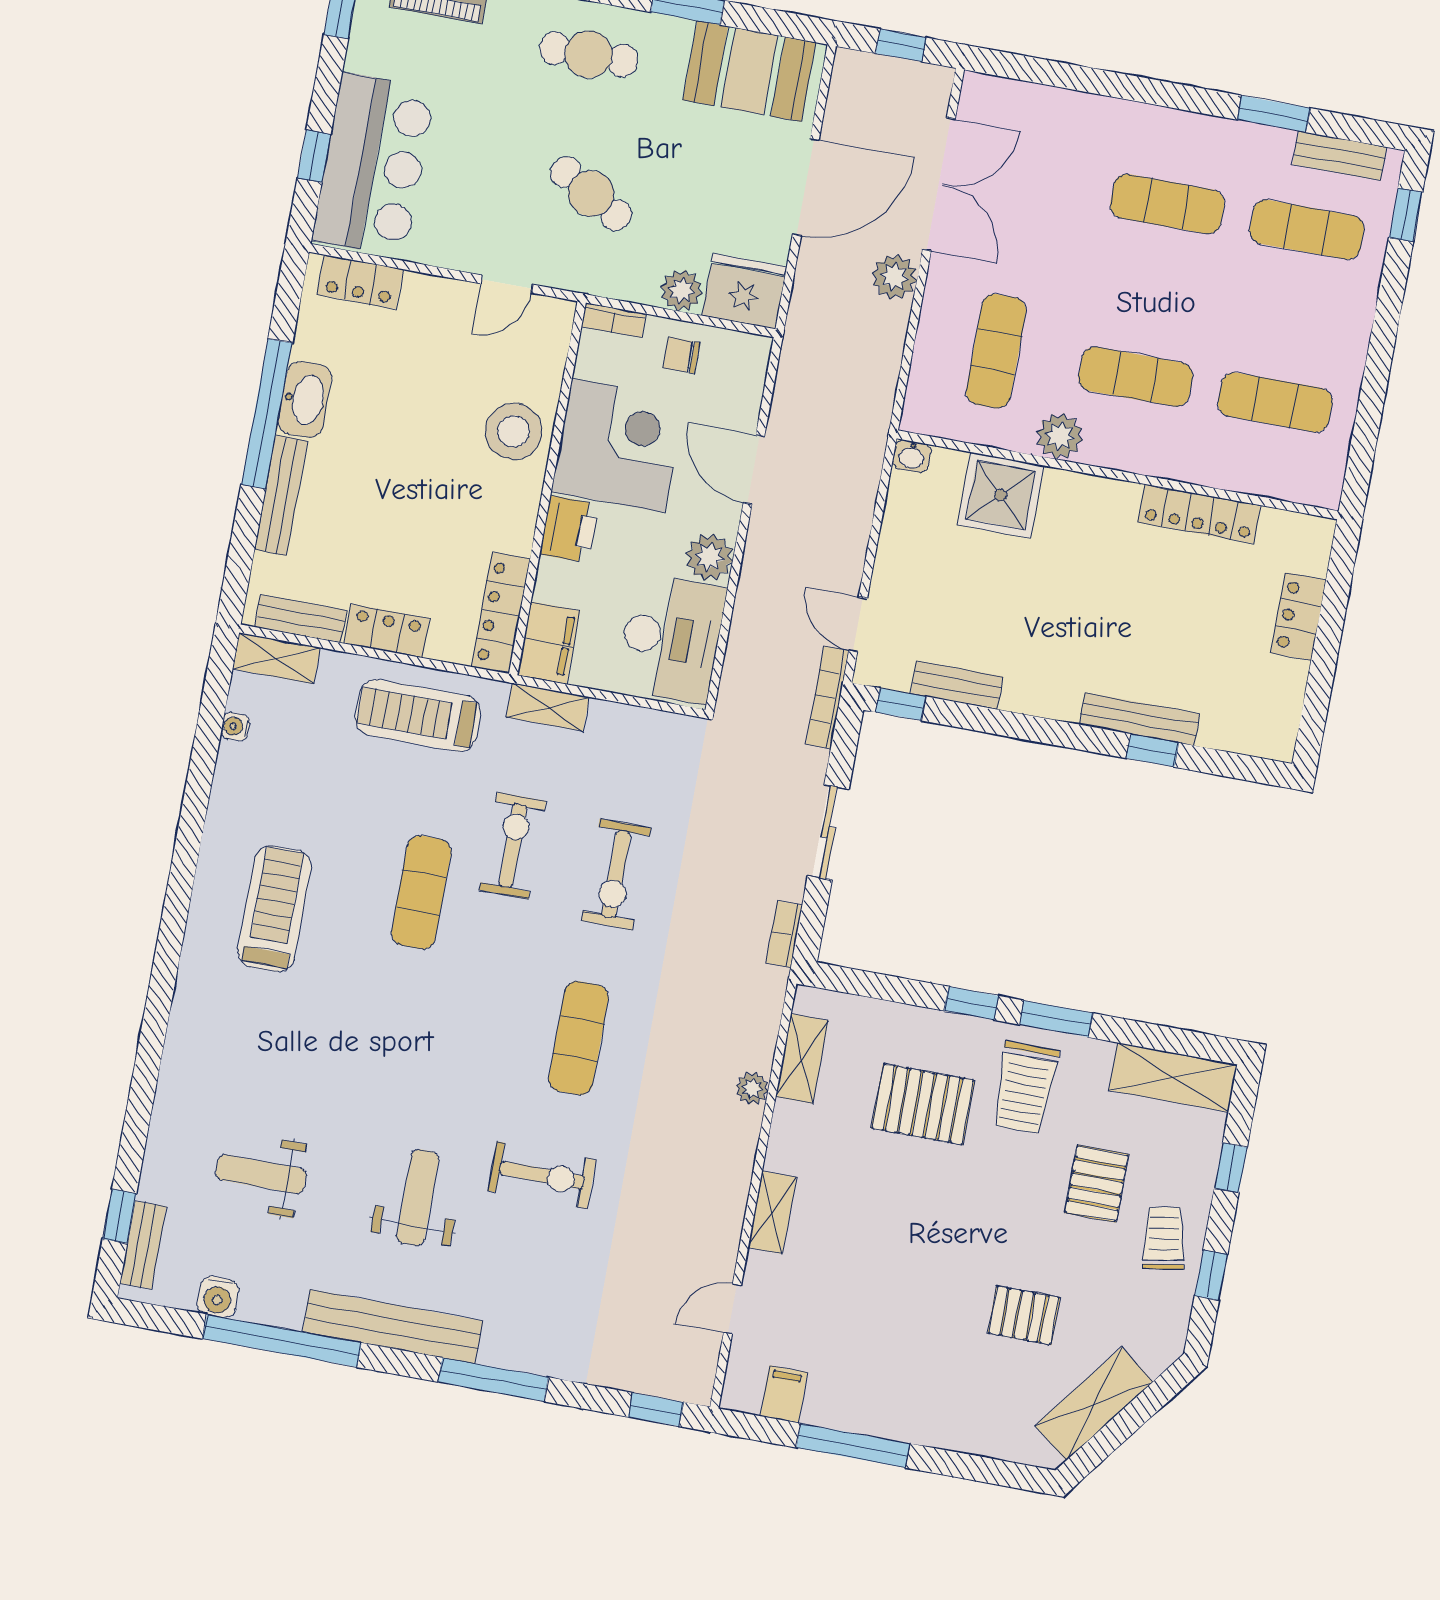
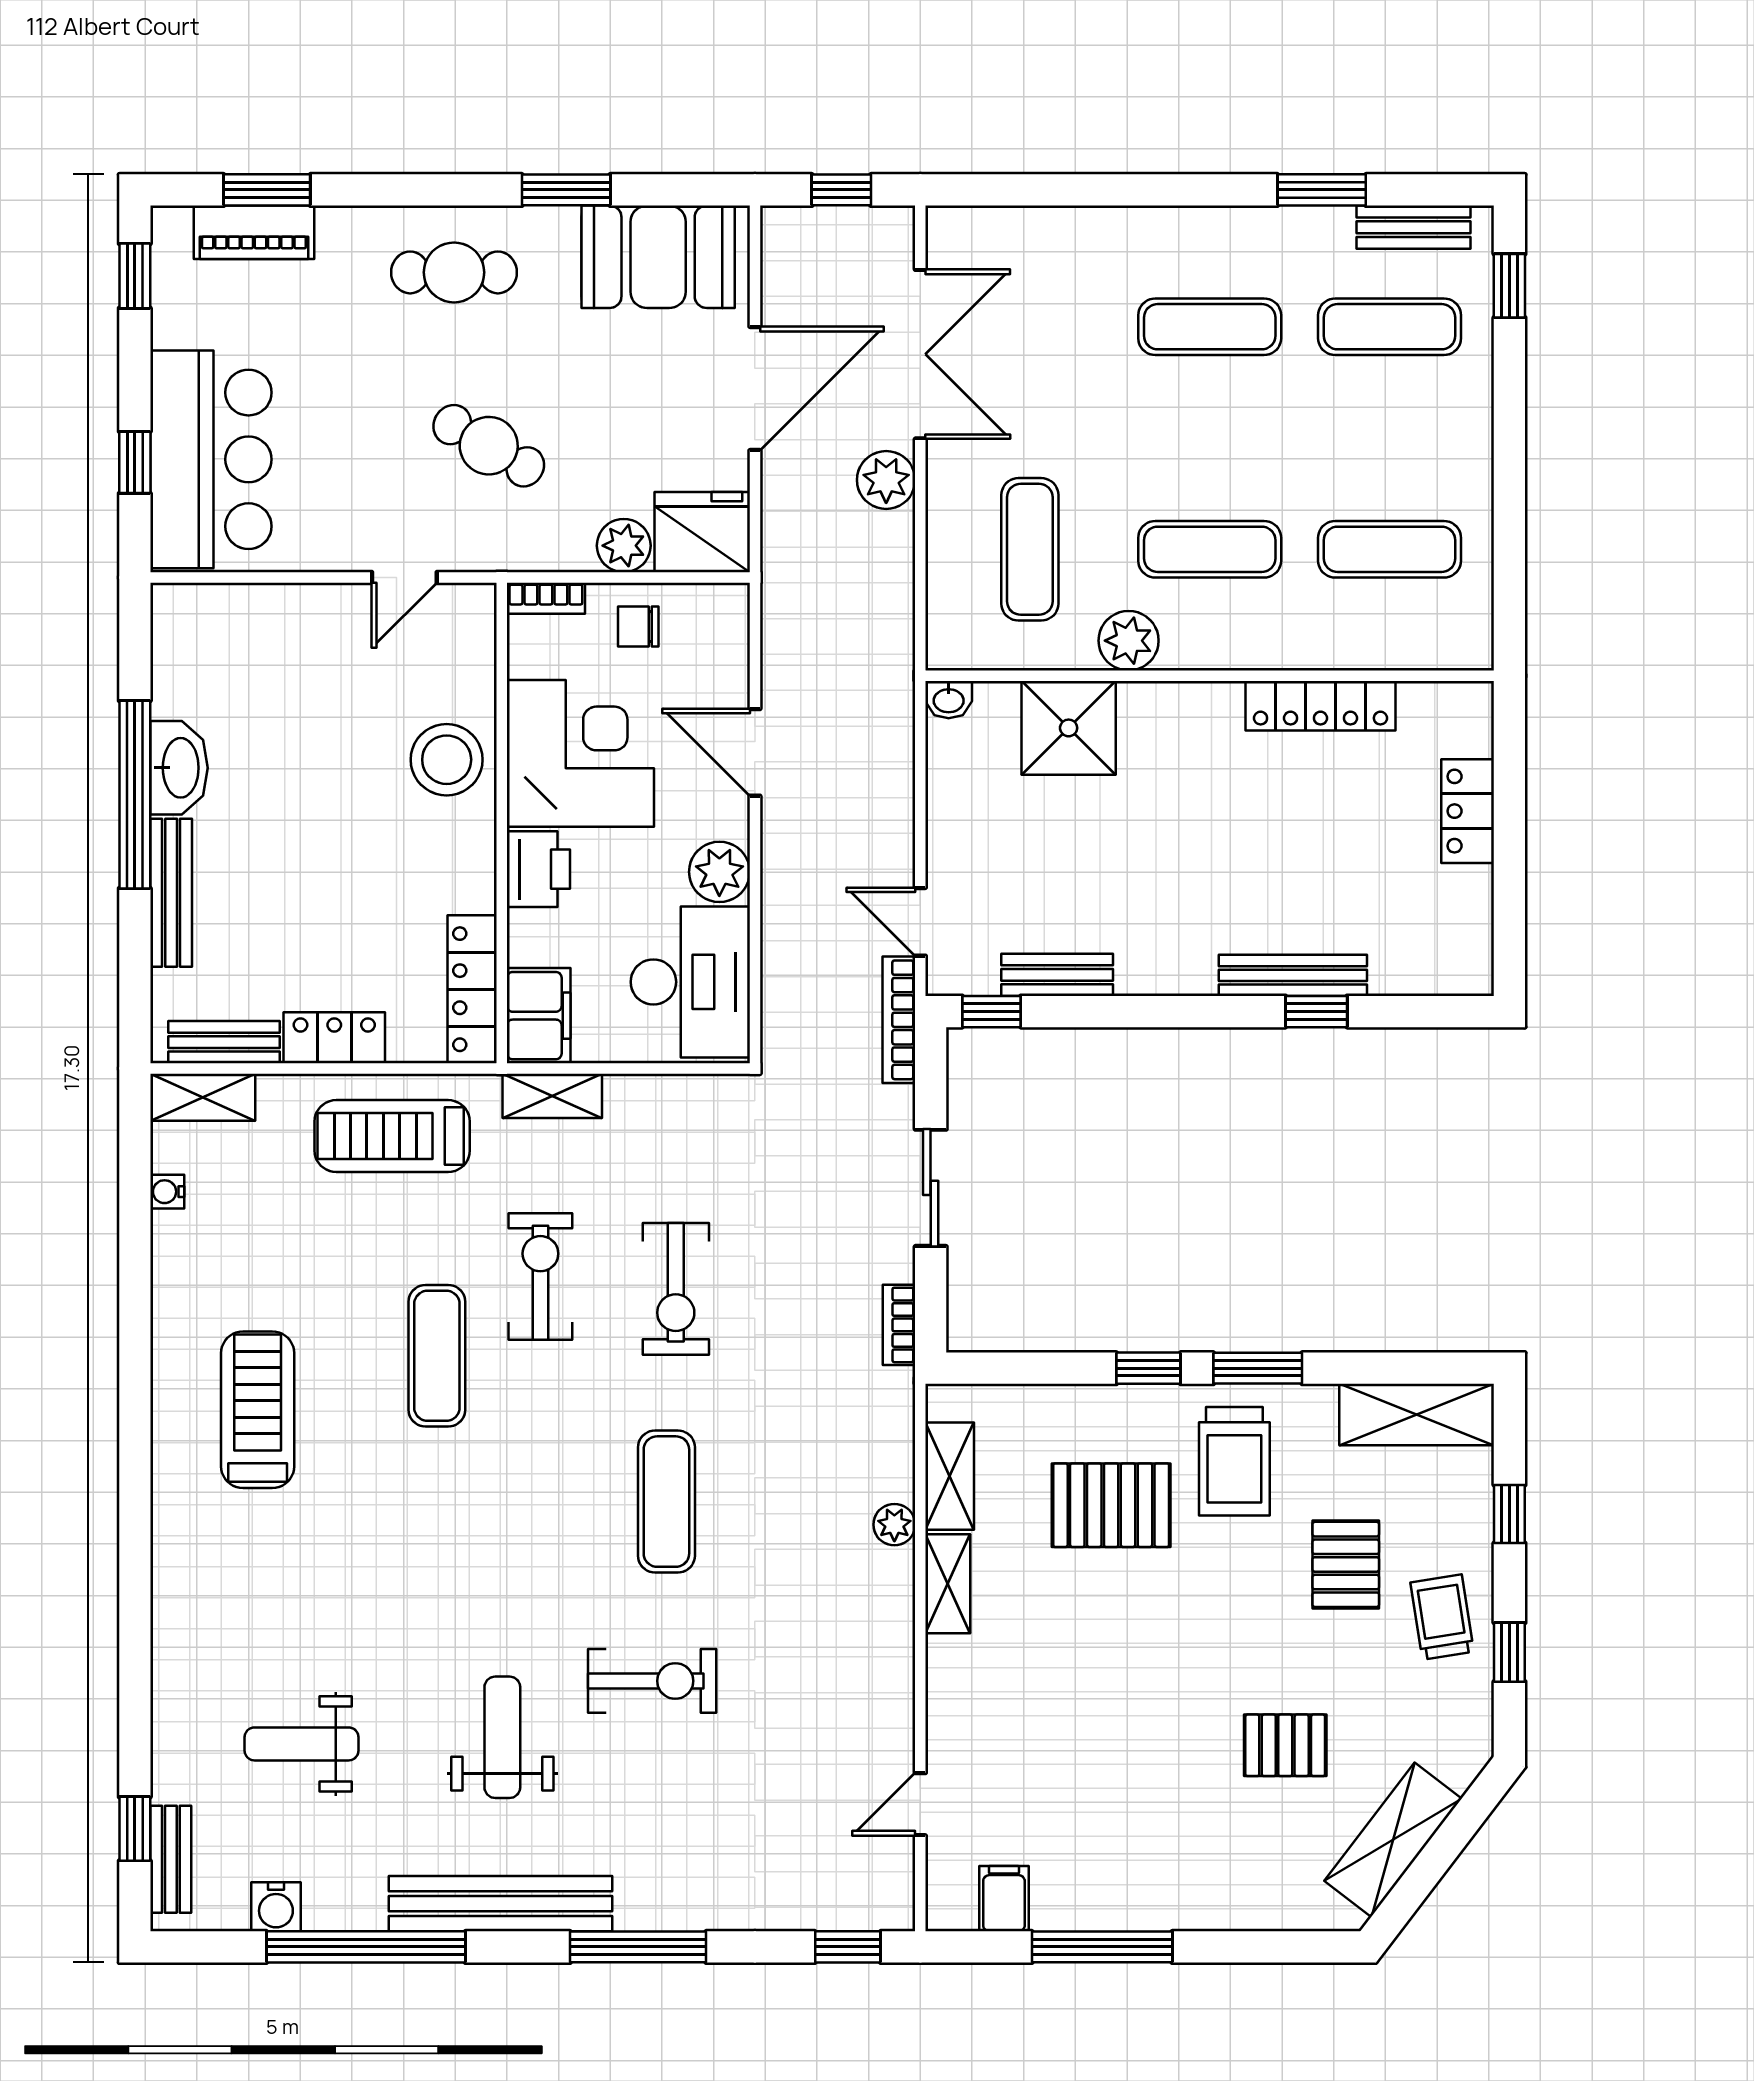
locker: (360, 282) -> (221, 608), removed
shelving: (772, 1212) -> (948, 1584), moved

